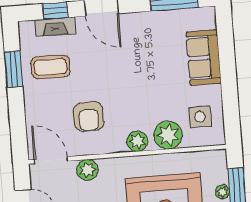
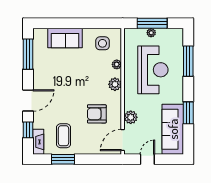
fireplace: (55, 27) -> (38, 142), moved
armchair: (89, 116) -> (97, 114), turned 180
plant: (168, 135) -> (117, 64), width x0.53, depth x0.53

